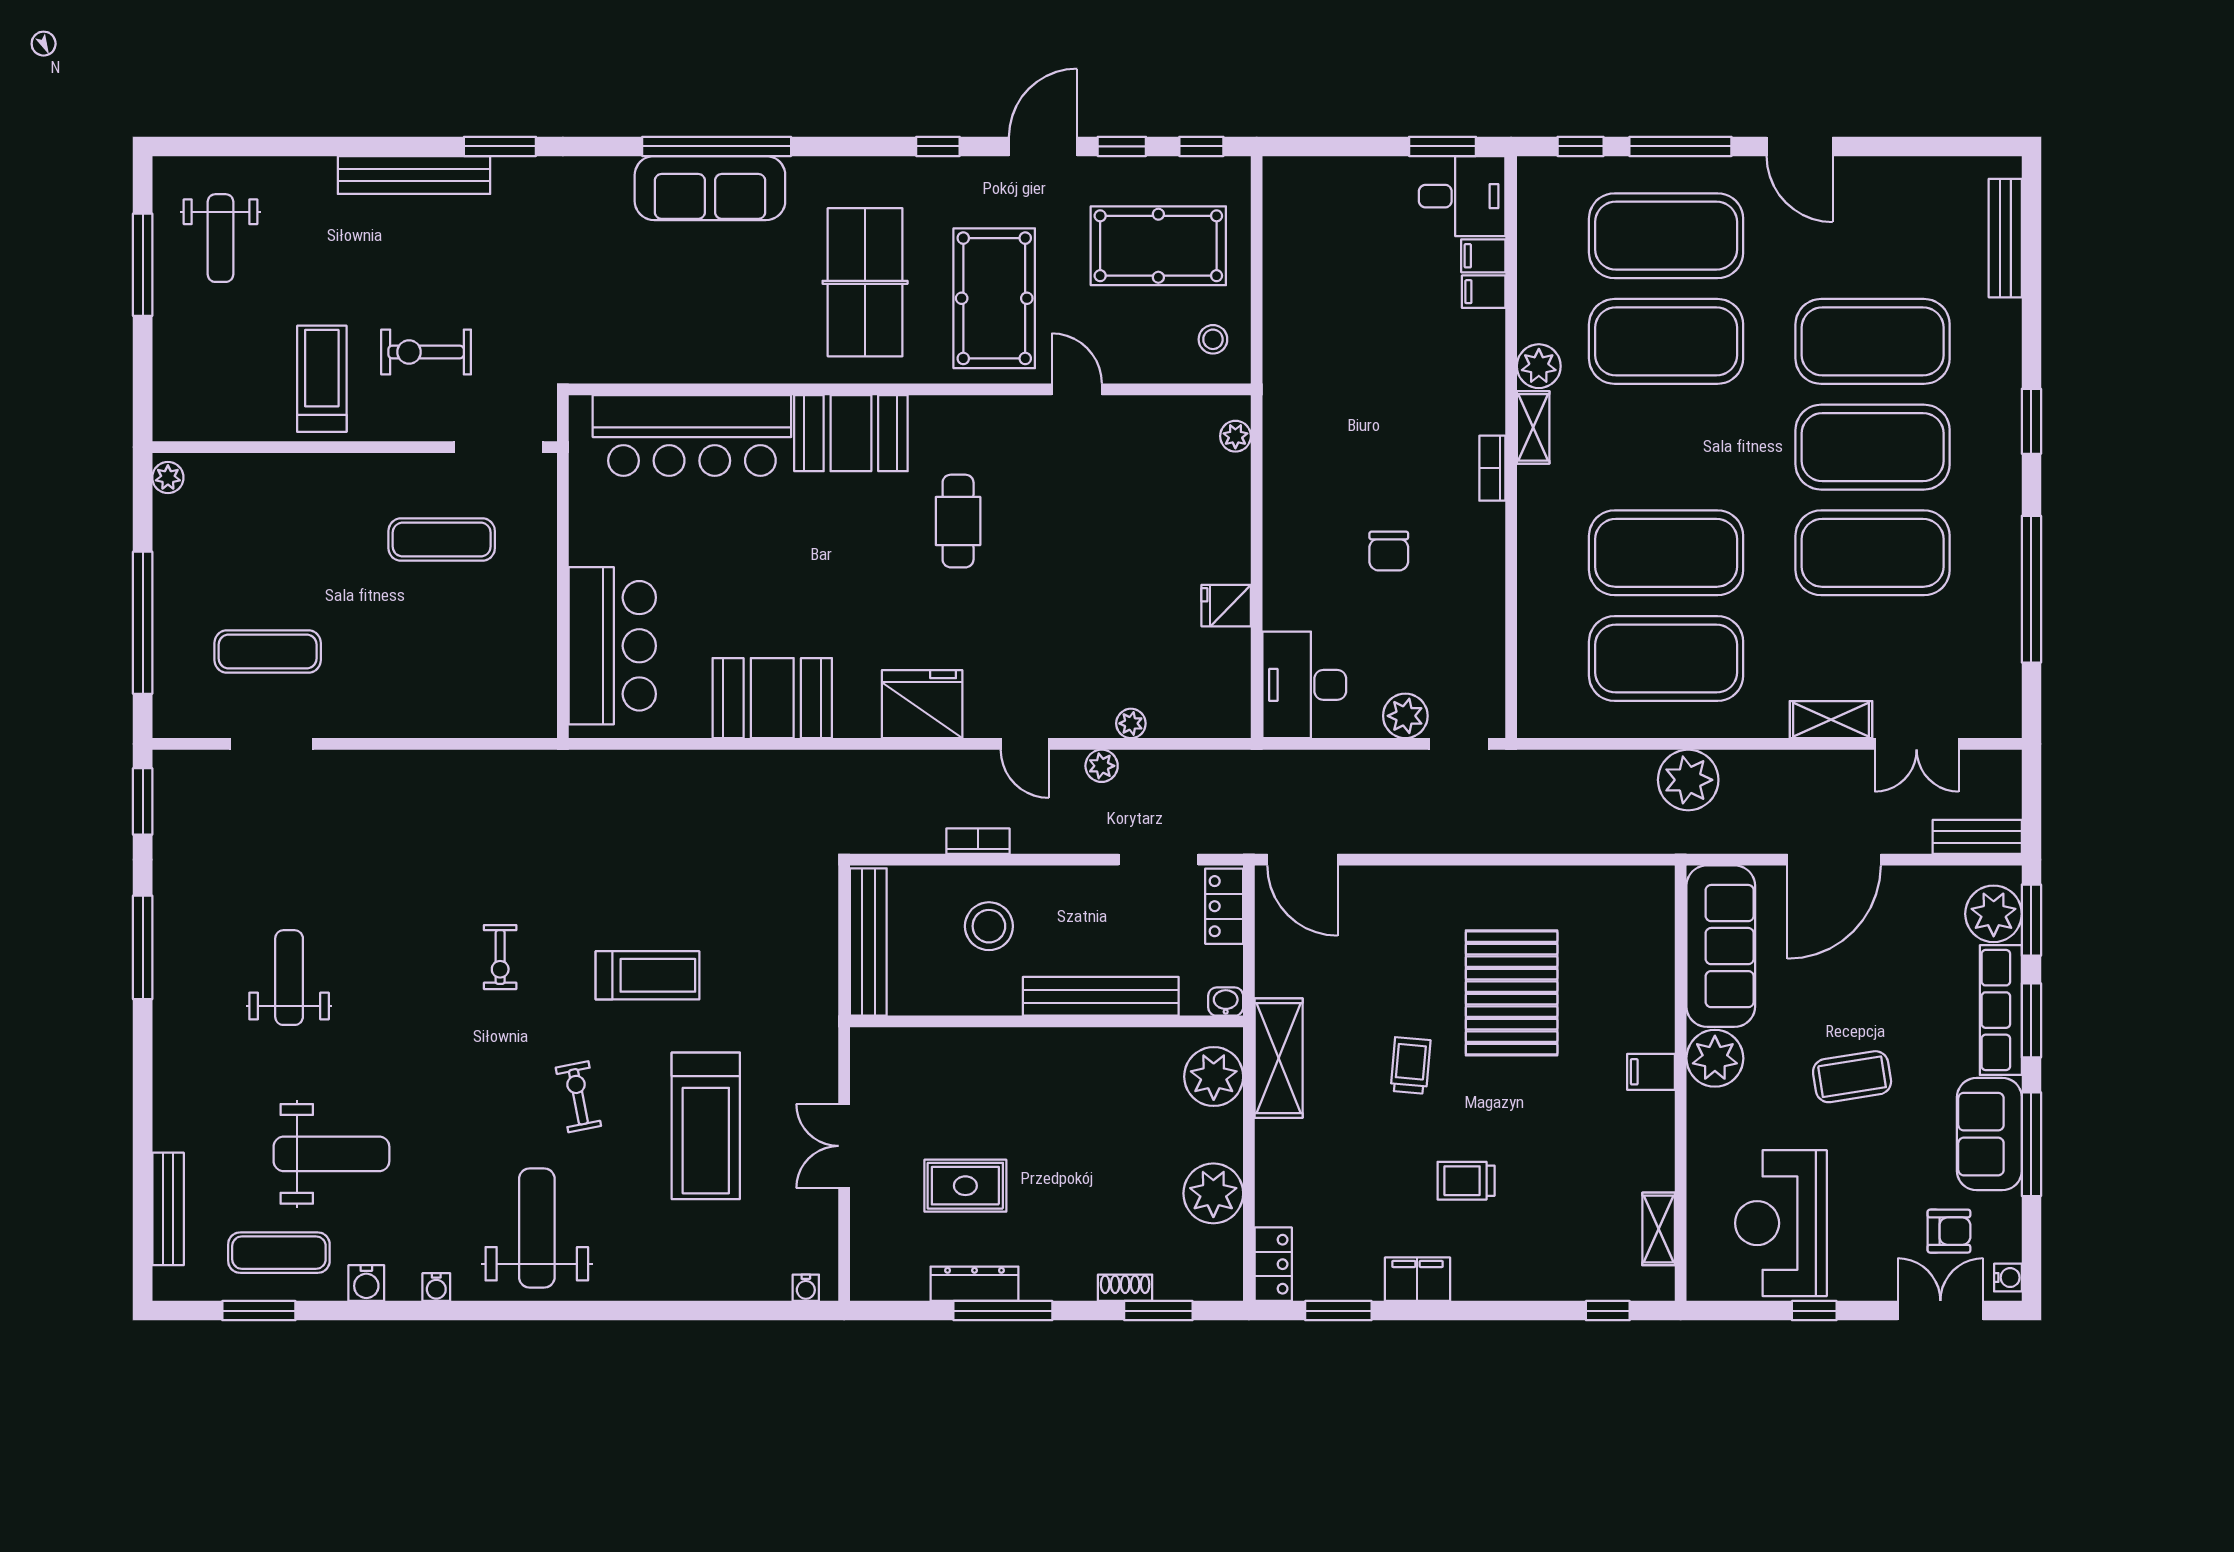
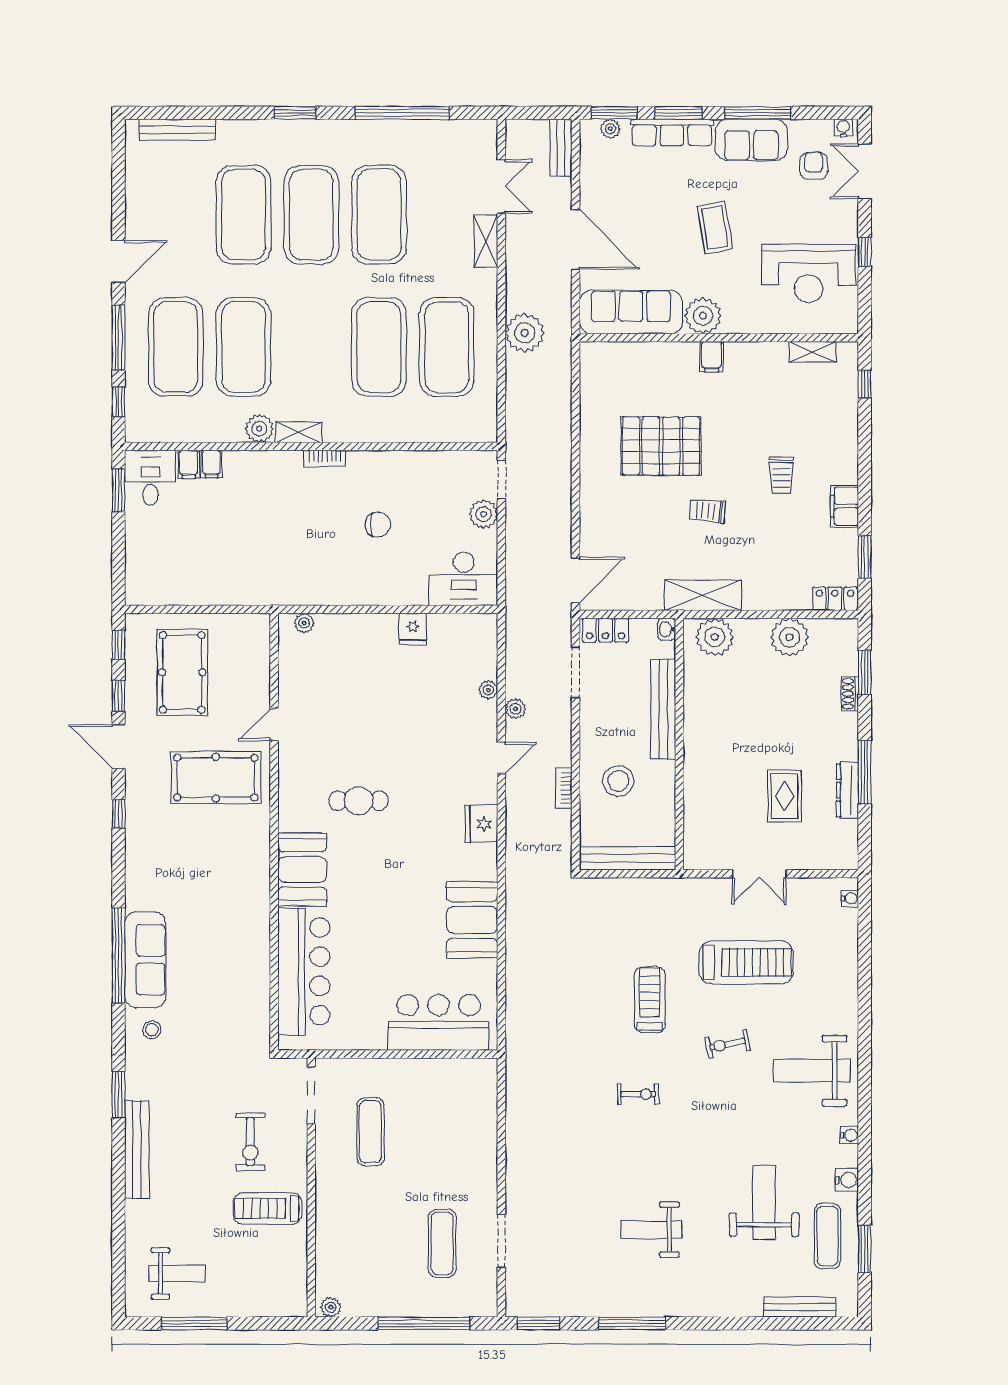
table tennis table: (865, 282) -> (206, 860), removed
stool: (1213, 339) -> (152, 1030), moved
fridge: (922, 704) -> (481, 824), width x0.73, depth x0.75
plant: (1994, 914) -> (610, 129), width x0.53, depth x0.53

